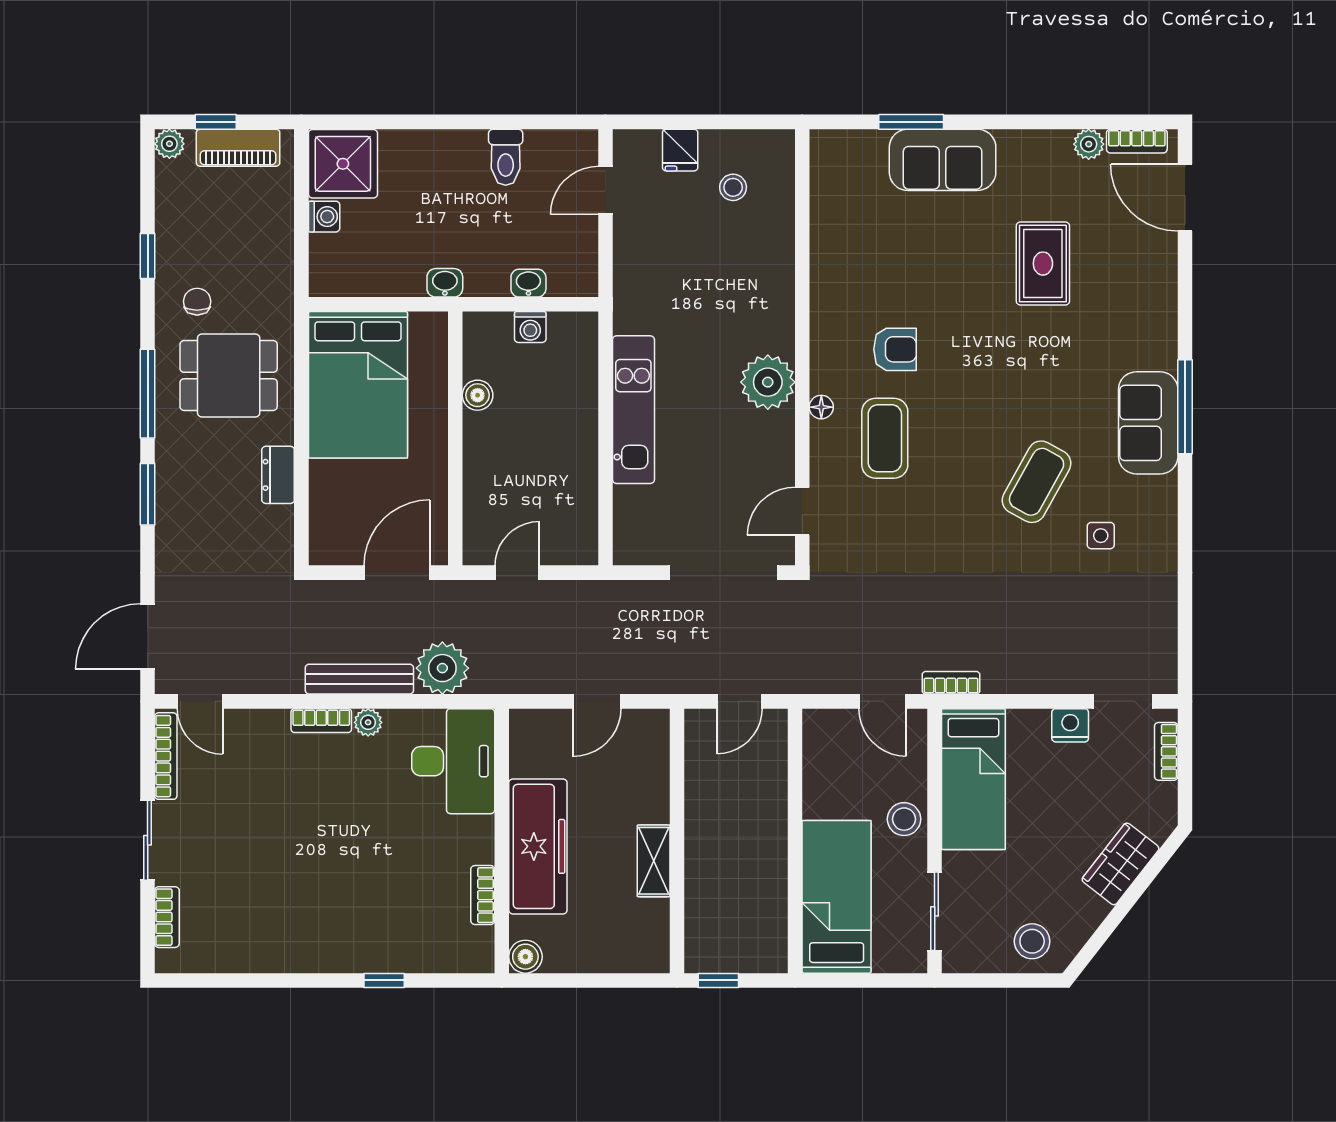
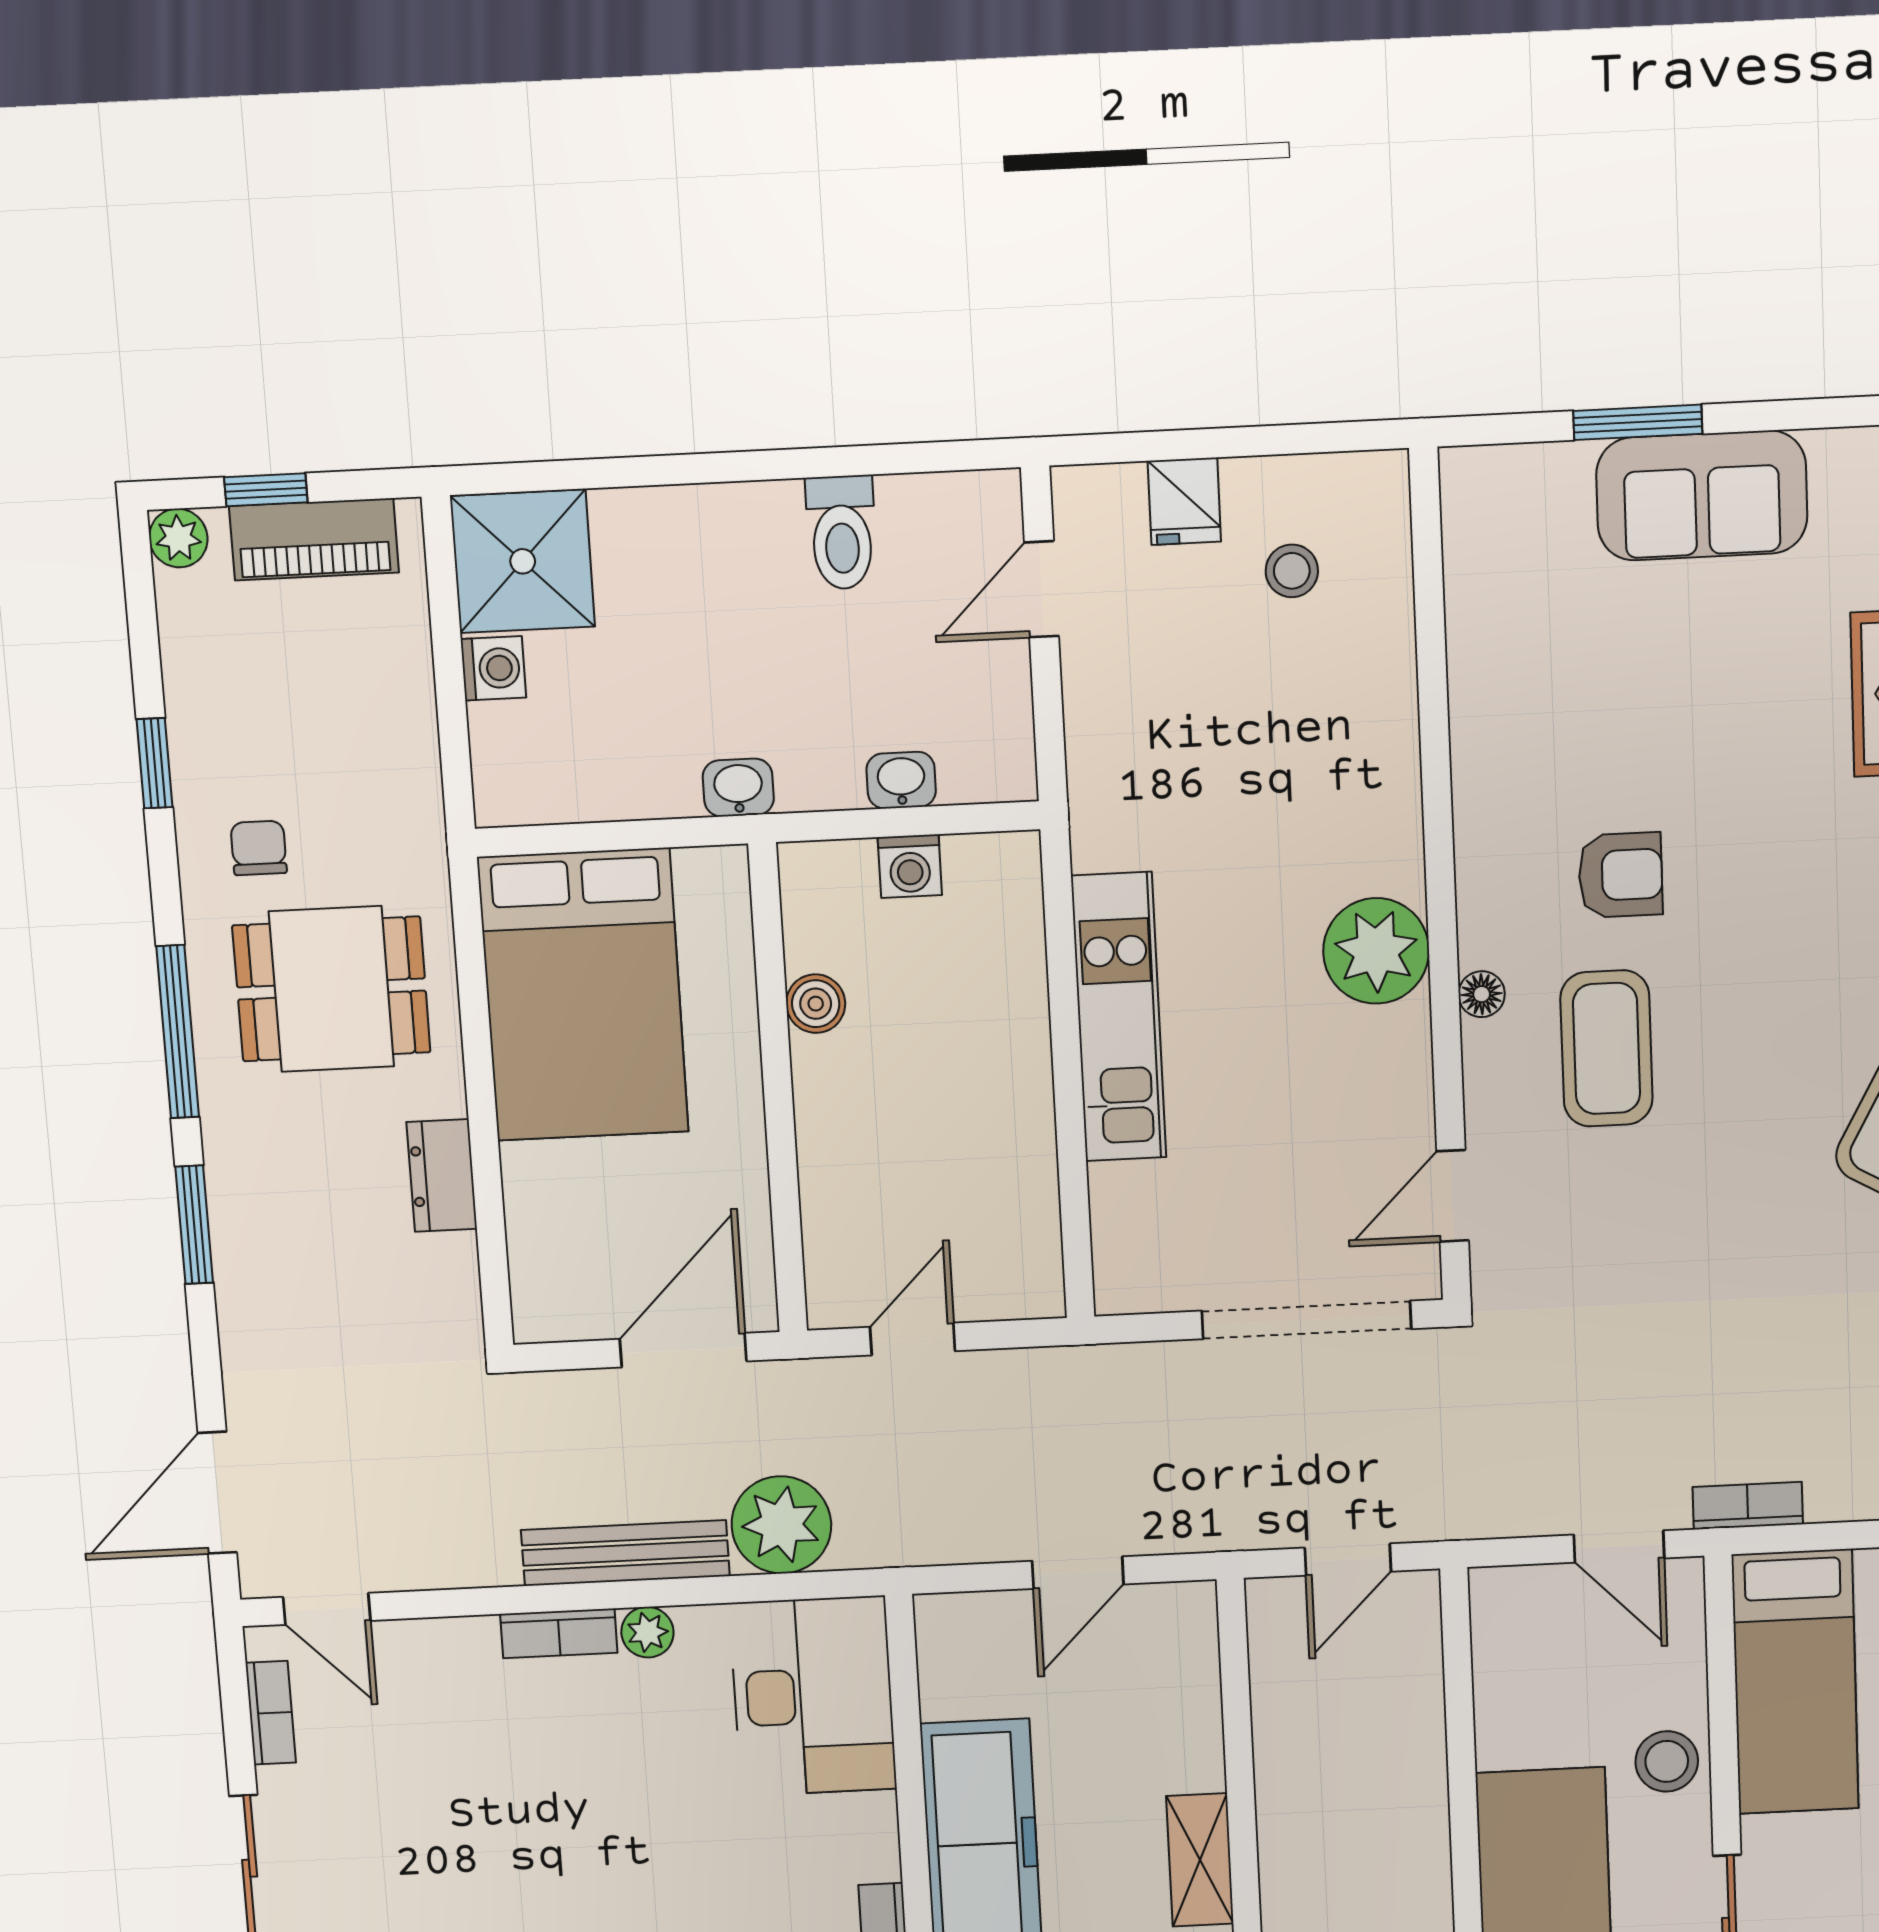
bookcase: (166, 756) -> (271, 1713), width x0.64

